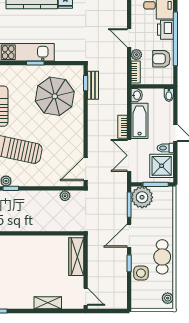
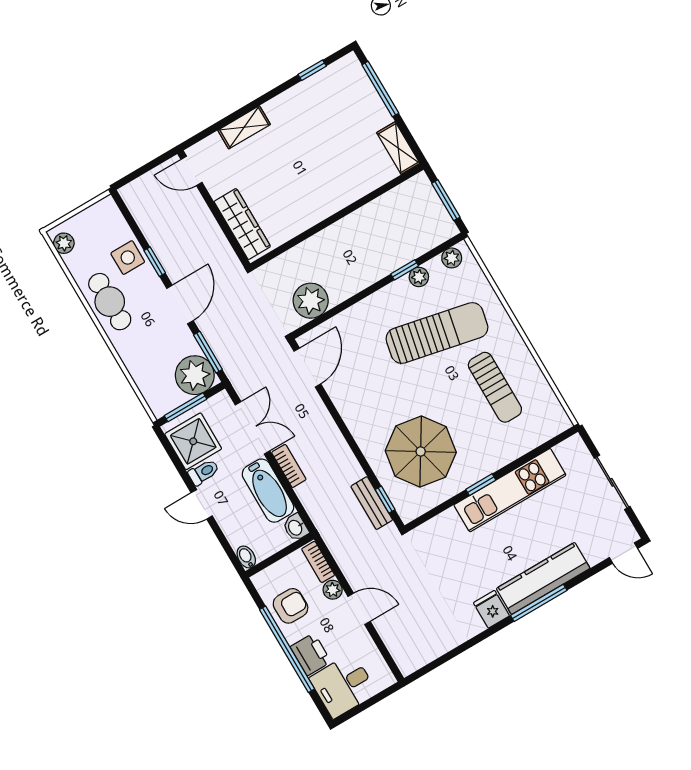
plant: (65, 196) -> (311, 301), width x1.88, depth x1.88

